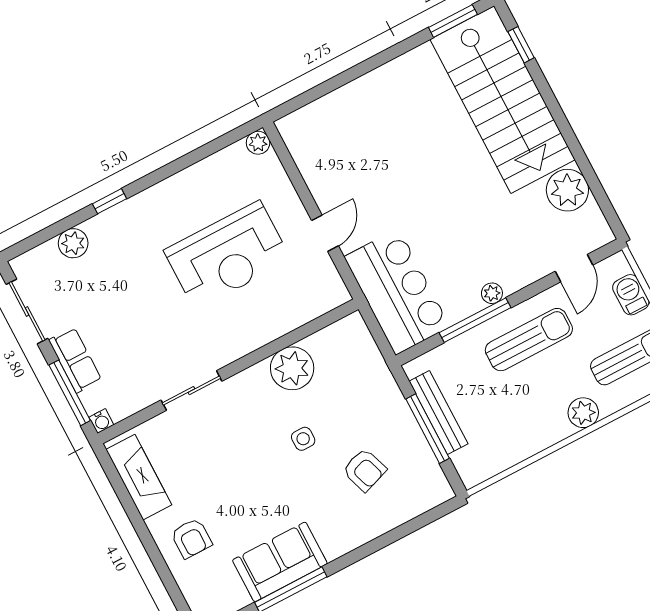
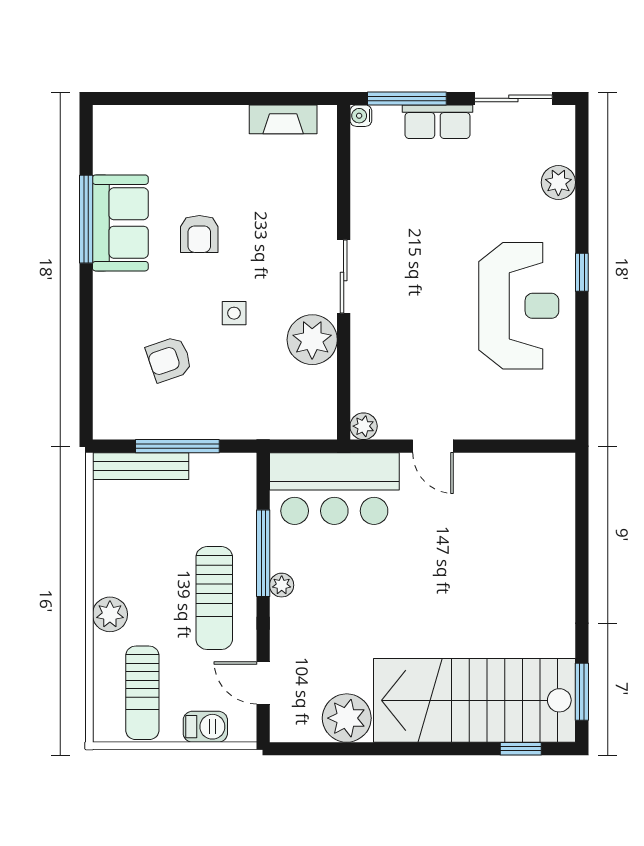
plant: (258, 143) -> (364, 426), moved
window: (110, 201) -> (582, 272), moved
reception desk: (227, 255) -> (519, 306), moved, turned 180
sliding door: (191, 391) -> (344, 277), moved
bench: (438, 412) -> (141, 466), moved
fireplace: (139, 477) -> (283, 119), width x0.73, depth x0.76
armchair: (191, 538) -> (199, 234), moved, turned -90

